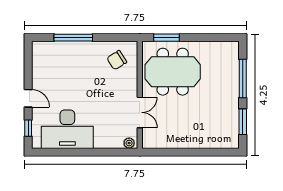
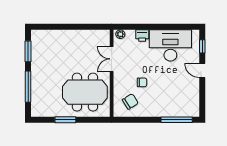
window: (73, 38) -> (177, 120), moved
window: (167, 38) -> (65, 120), moved
chair: (102, 84) -> (142, 82), added
printer: (102, 141) -> (142, 36), added

